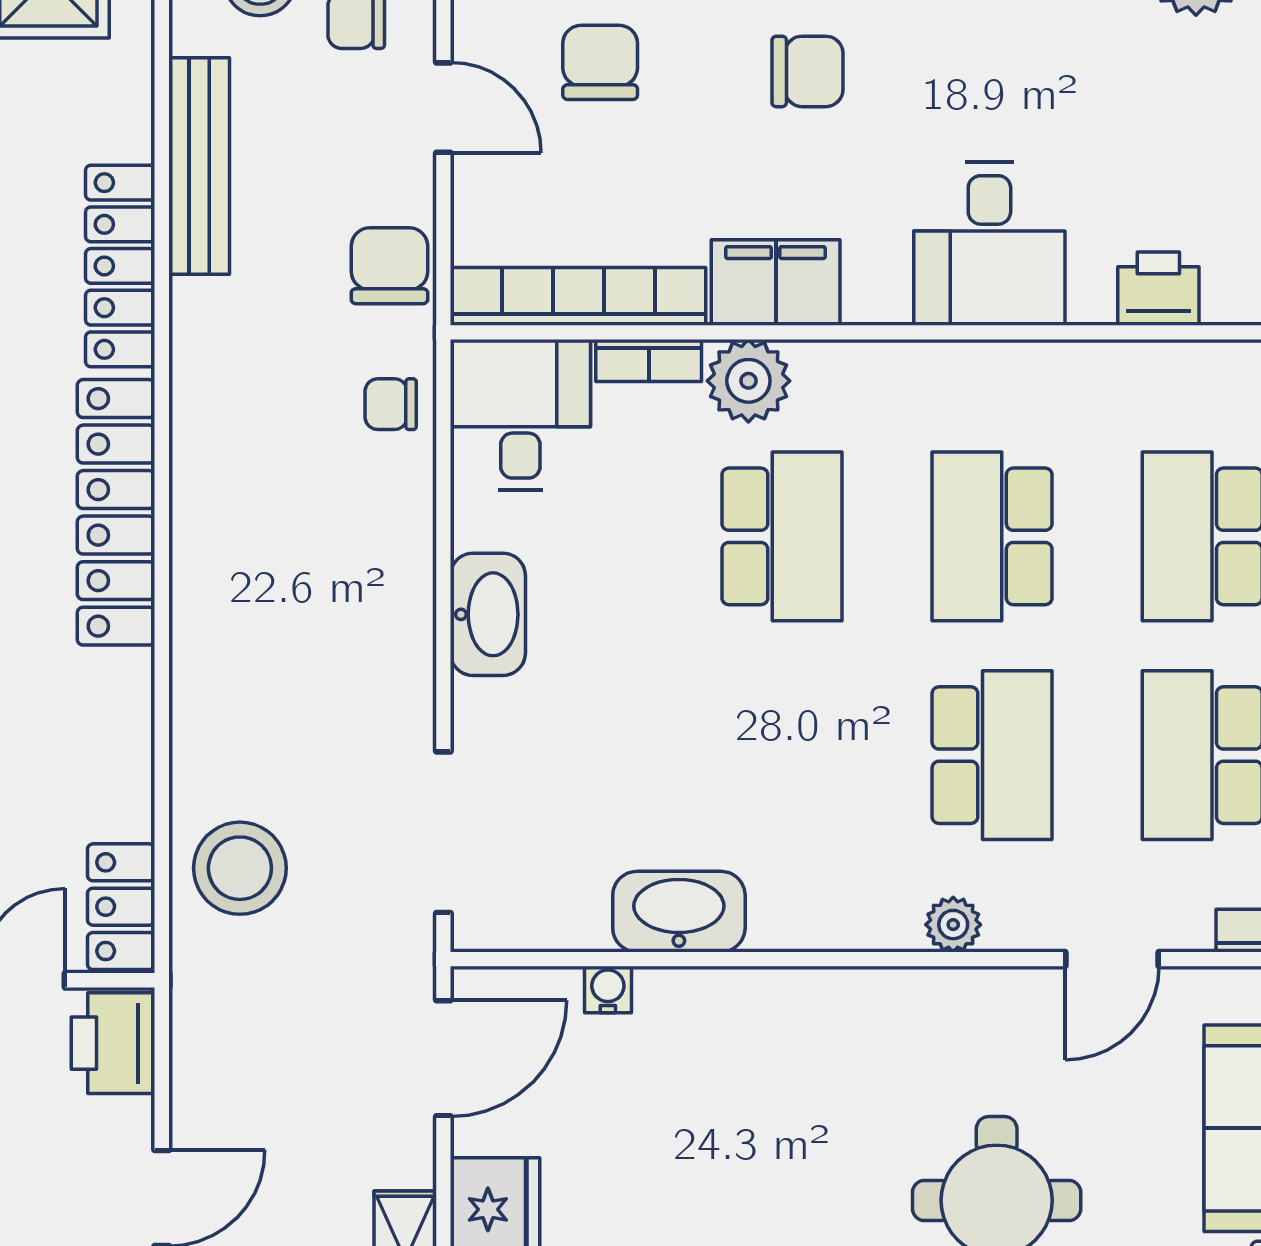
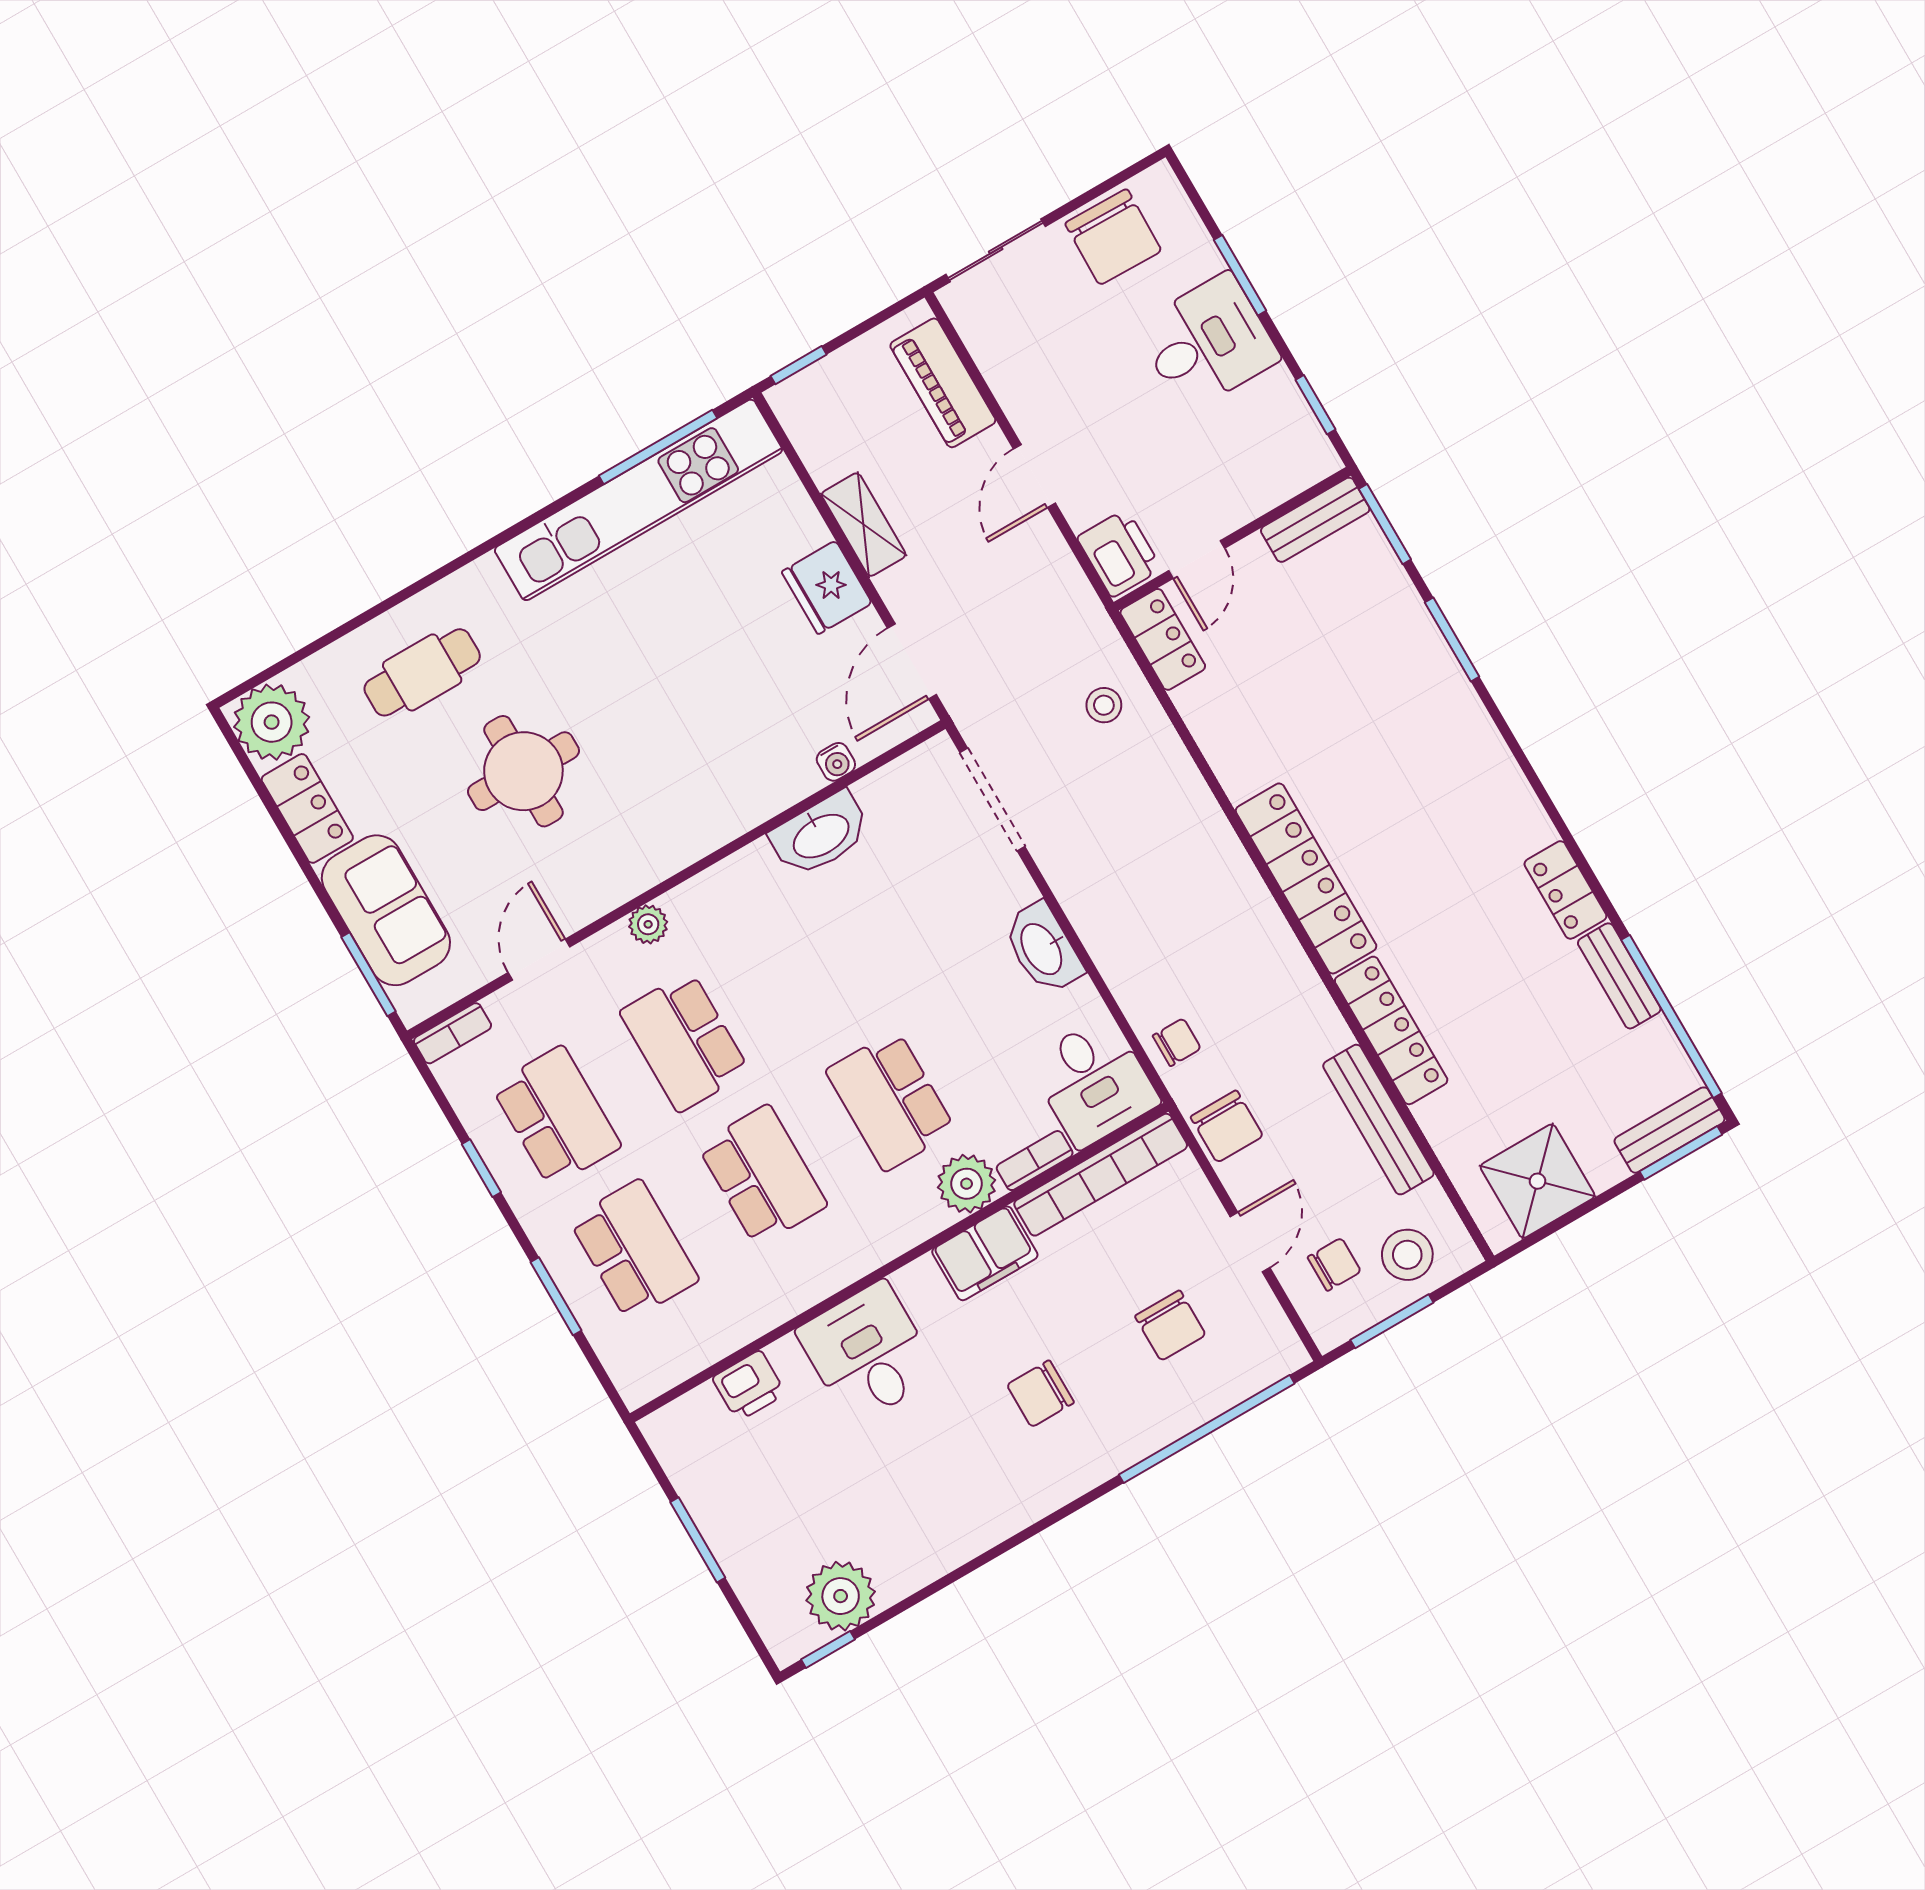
door: (443, 108) -> (1250, 1242), swing flipped
stool: (240, 868) -> (1104, 705), width x0.53, depth x0.53

